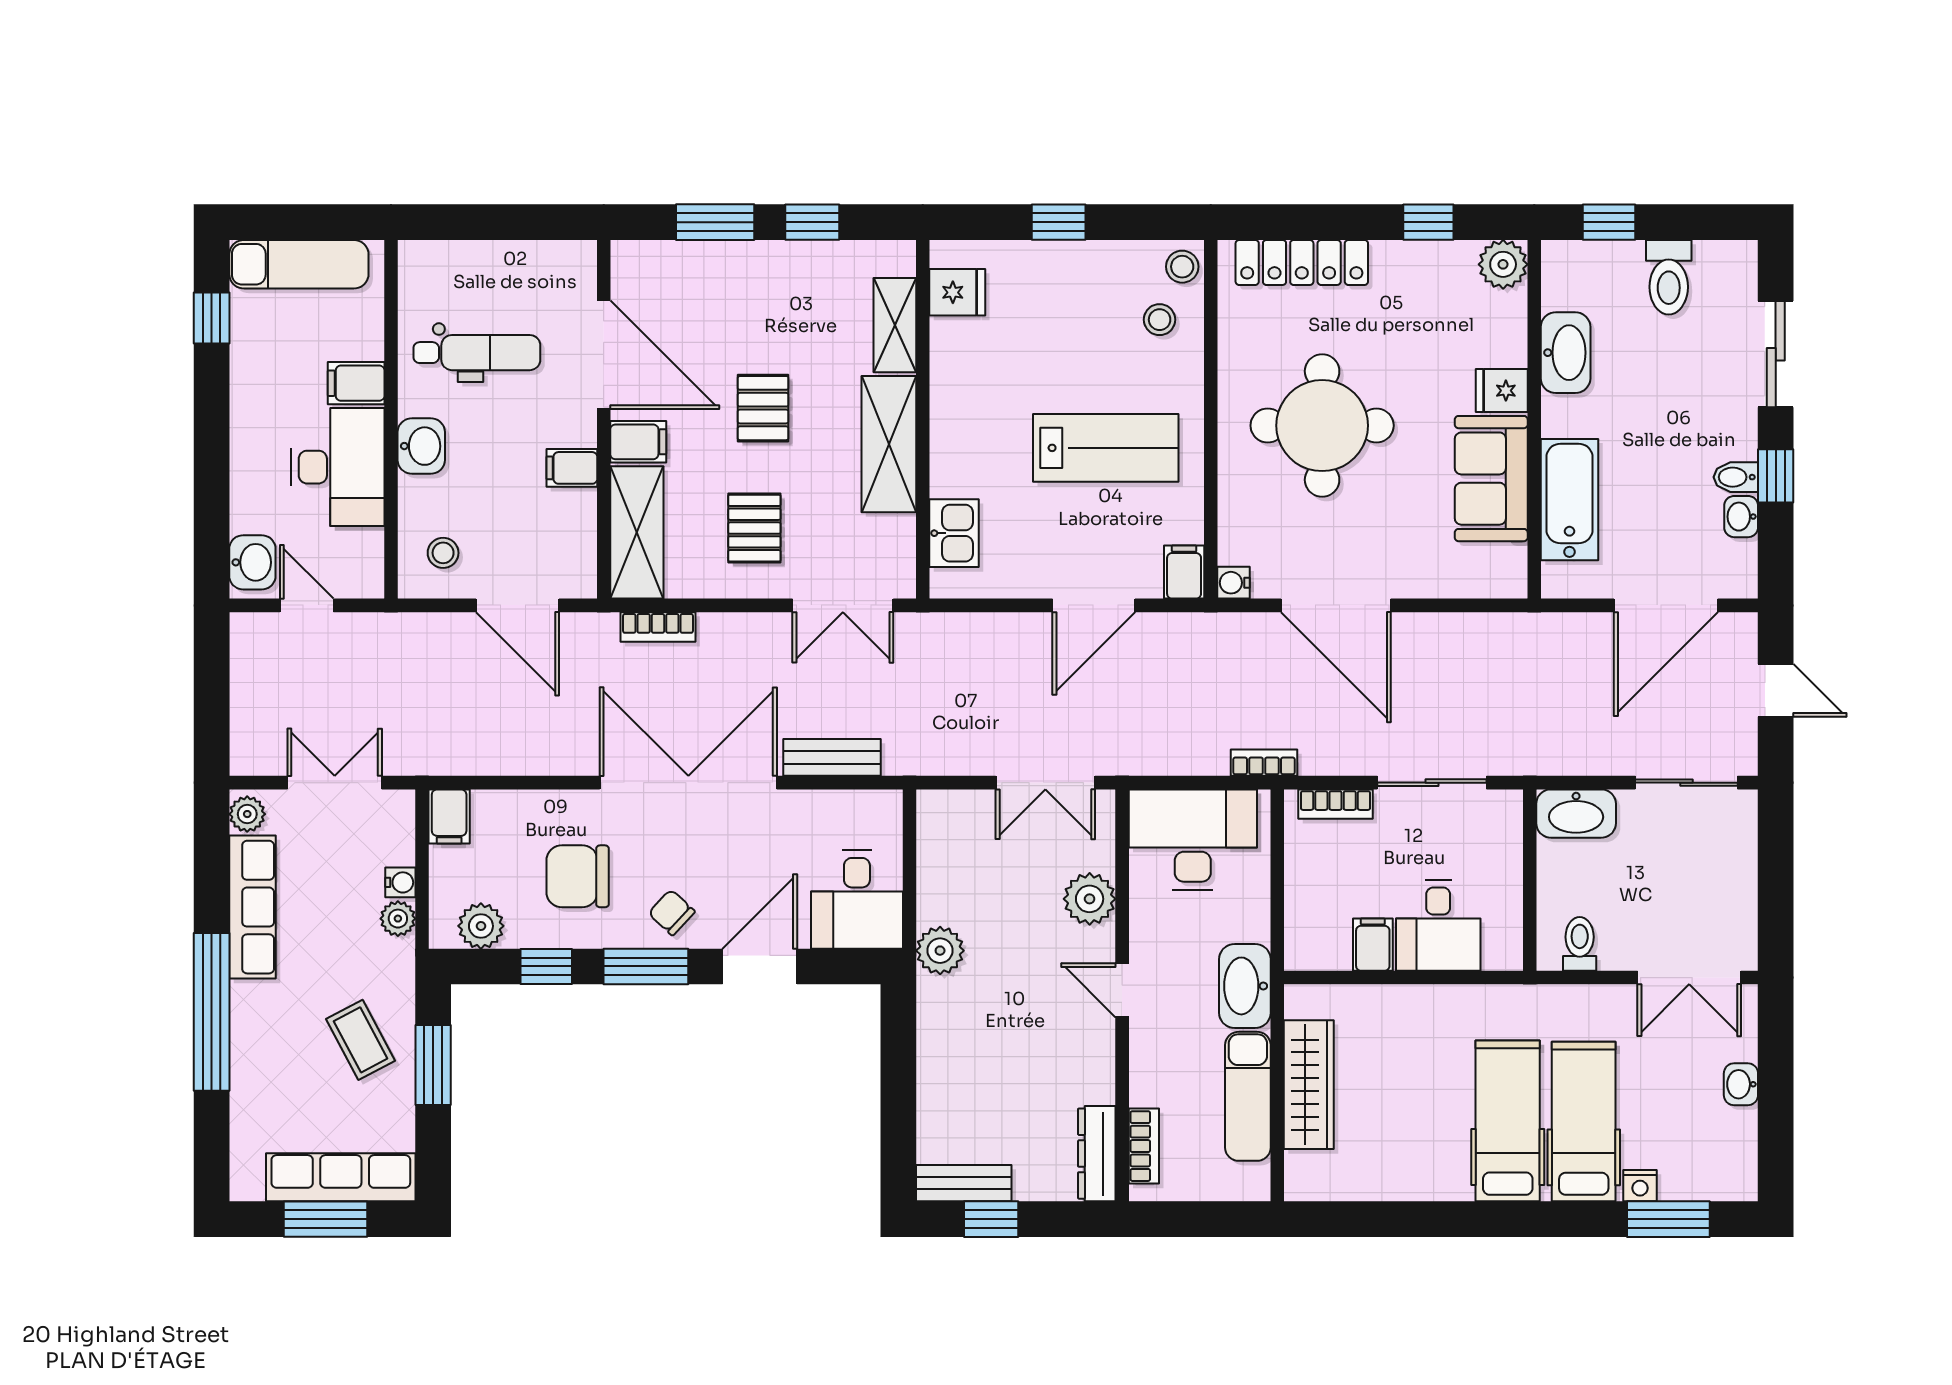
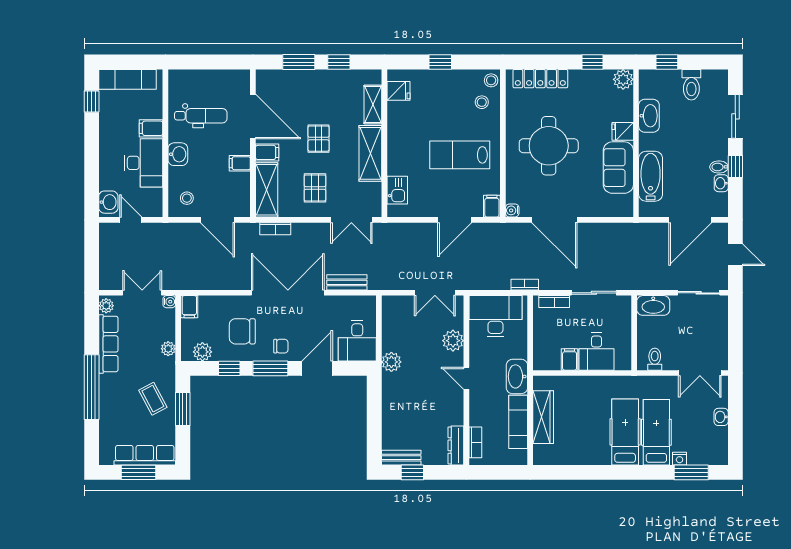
lab bench: (1106, 448) -> (460, 155), turned 180
water cooler: (400, 882) -> (169, 302), moved
chair: (672, 912) -> (281, 346), turned 137

